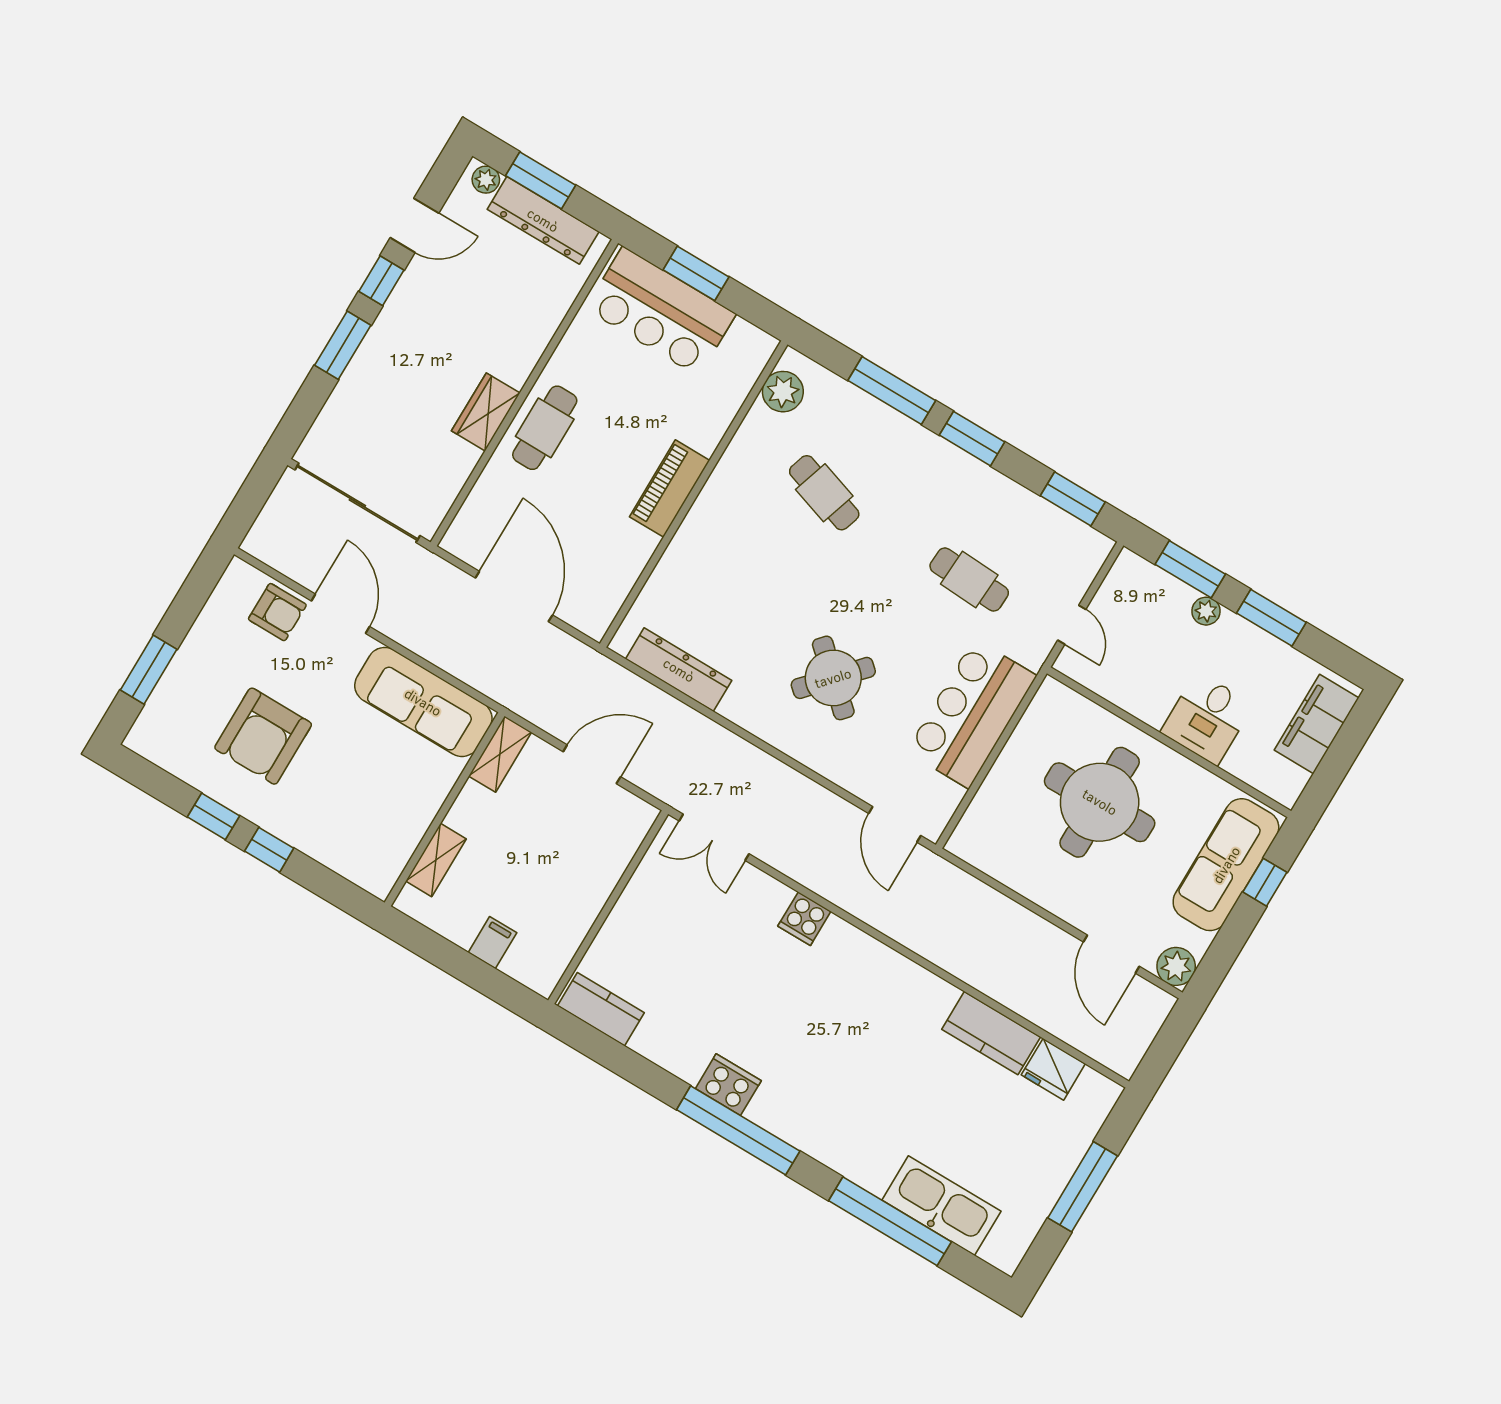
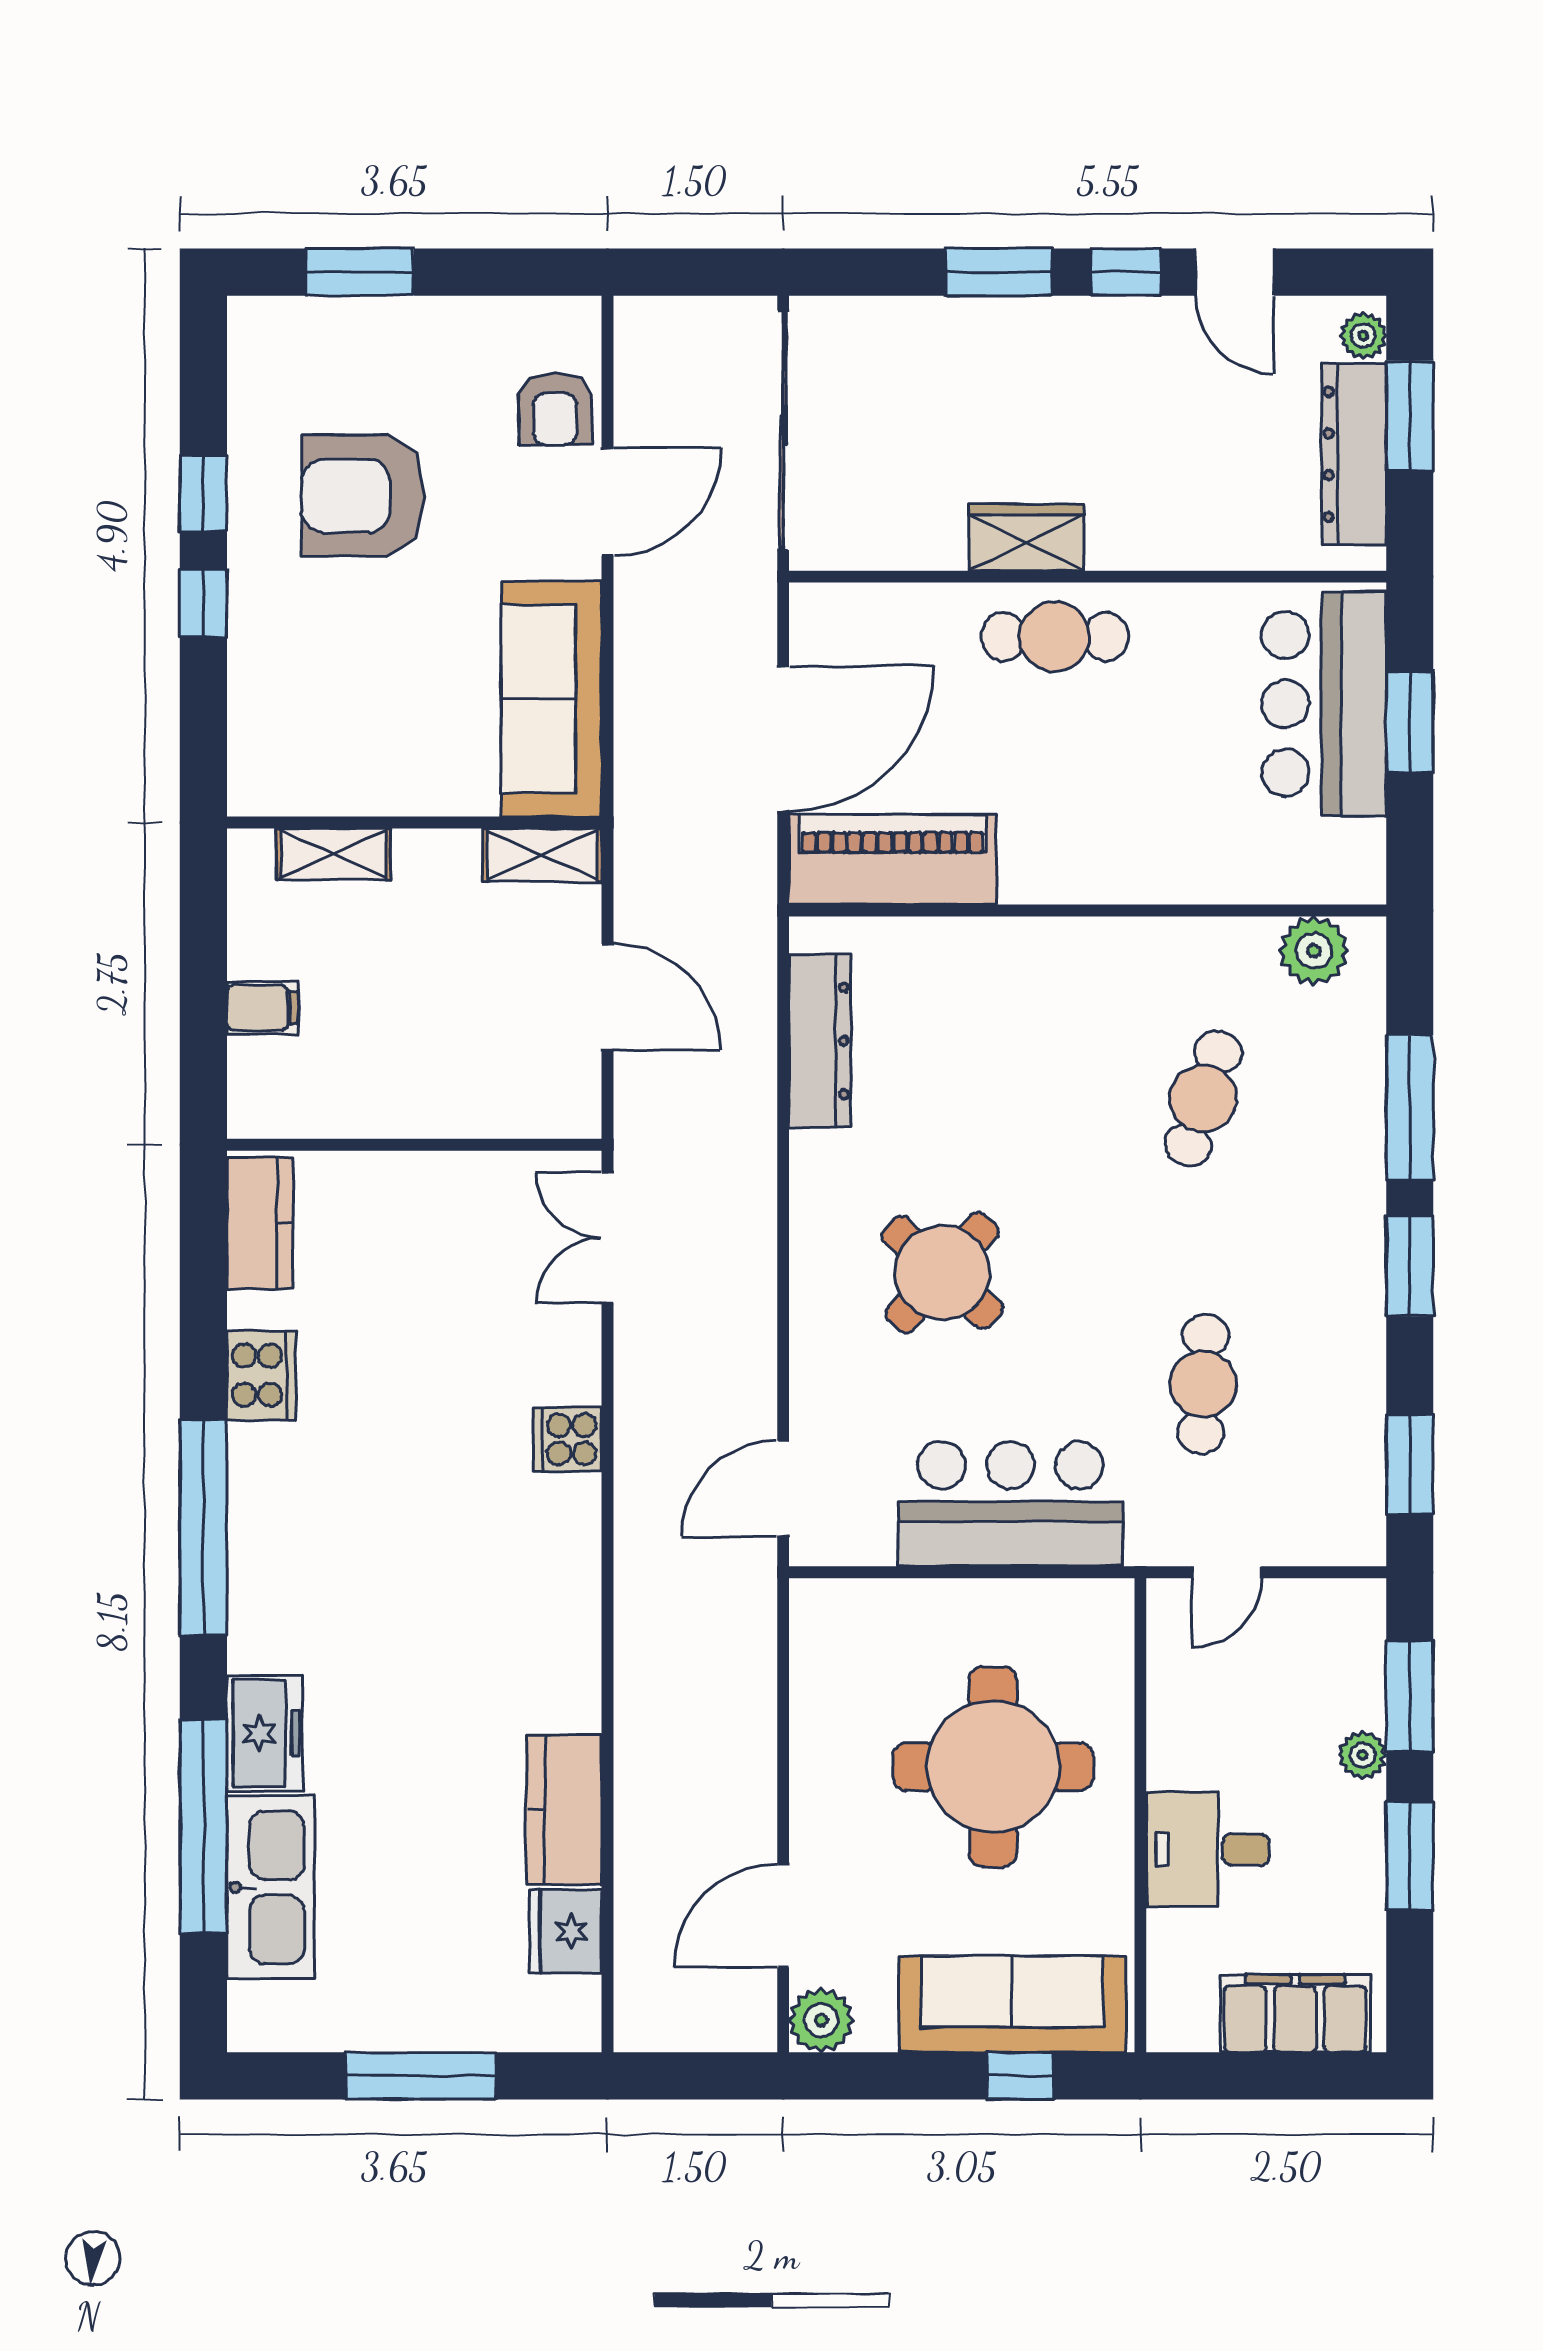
piano: (670, 489) -> (893, 860), moved, width x1.37, depth x1.33
cooker: (728, 1085) -> (261, 1375), moved
freezer: (861, 1162) -> (265, 1733), added

